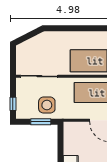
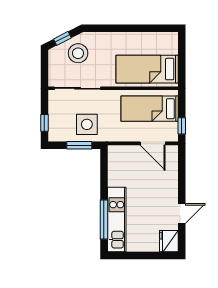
window: (27, 36) -> (62, 38), added
stool: (40, 48) -> (78, 53), added

